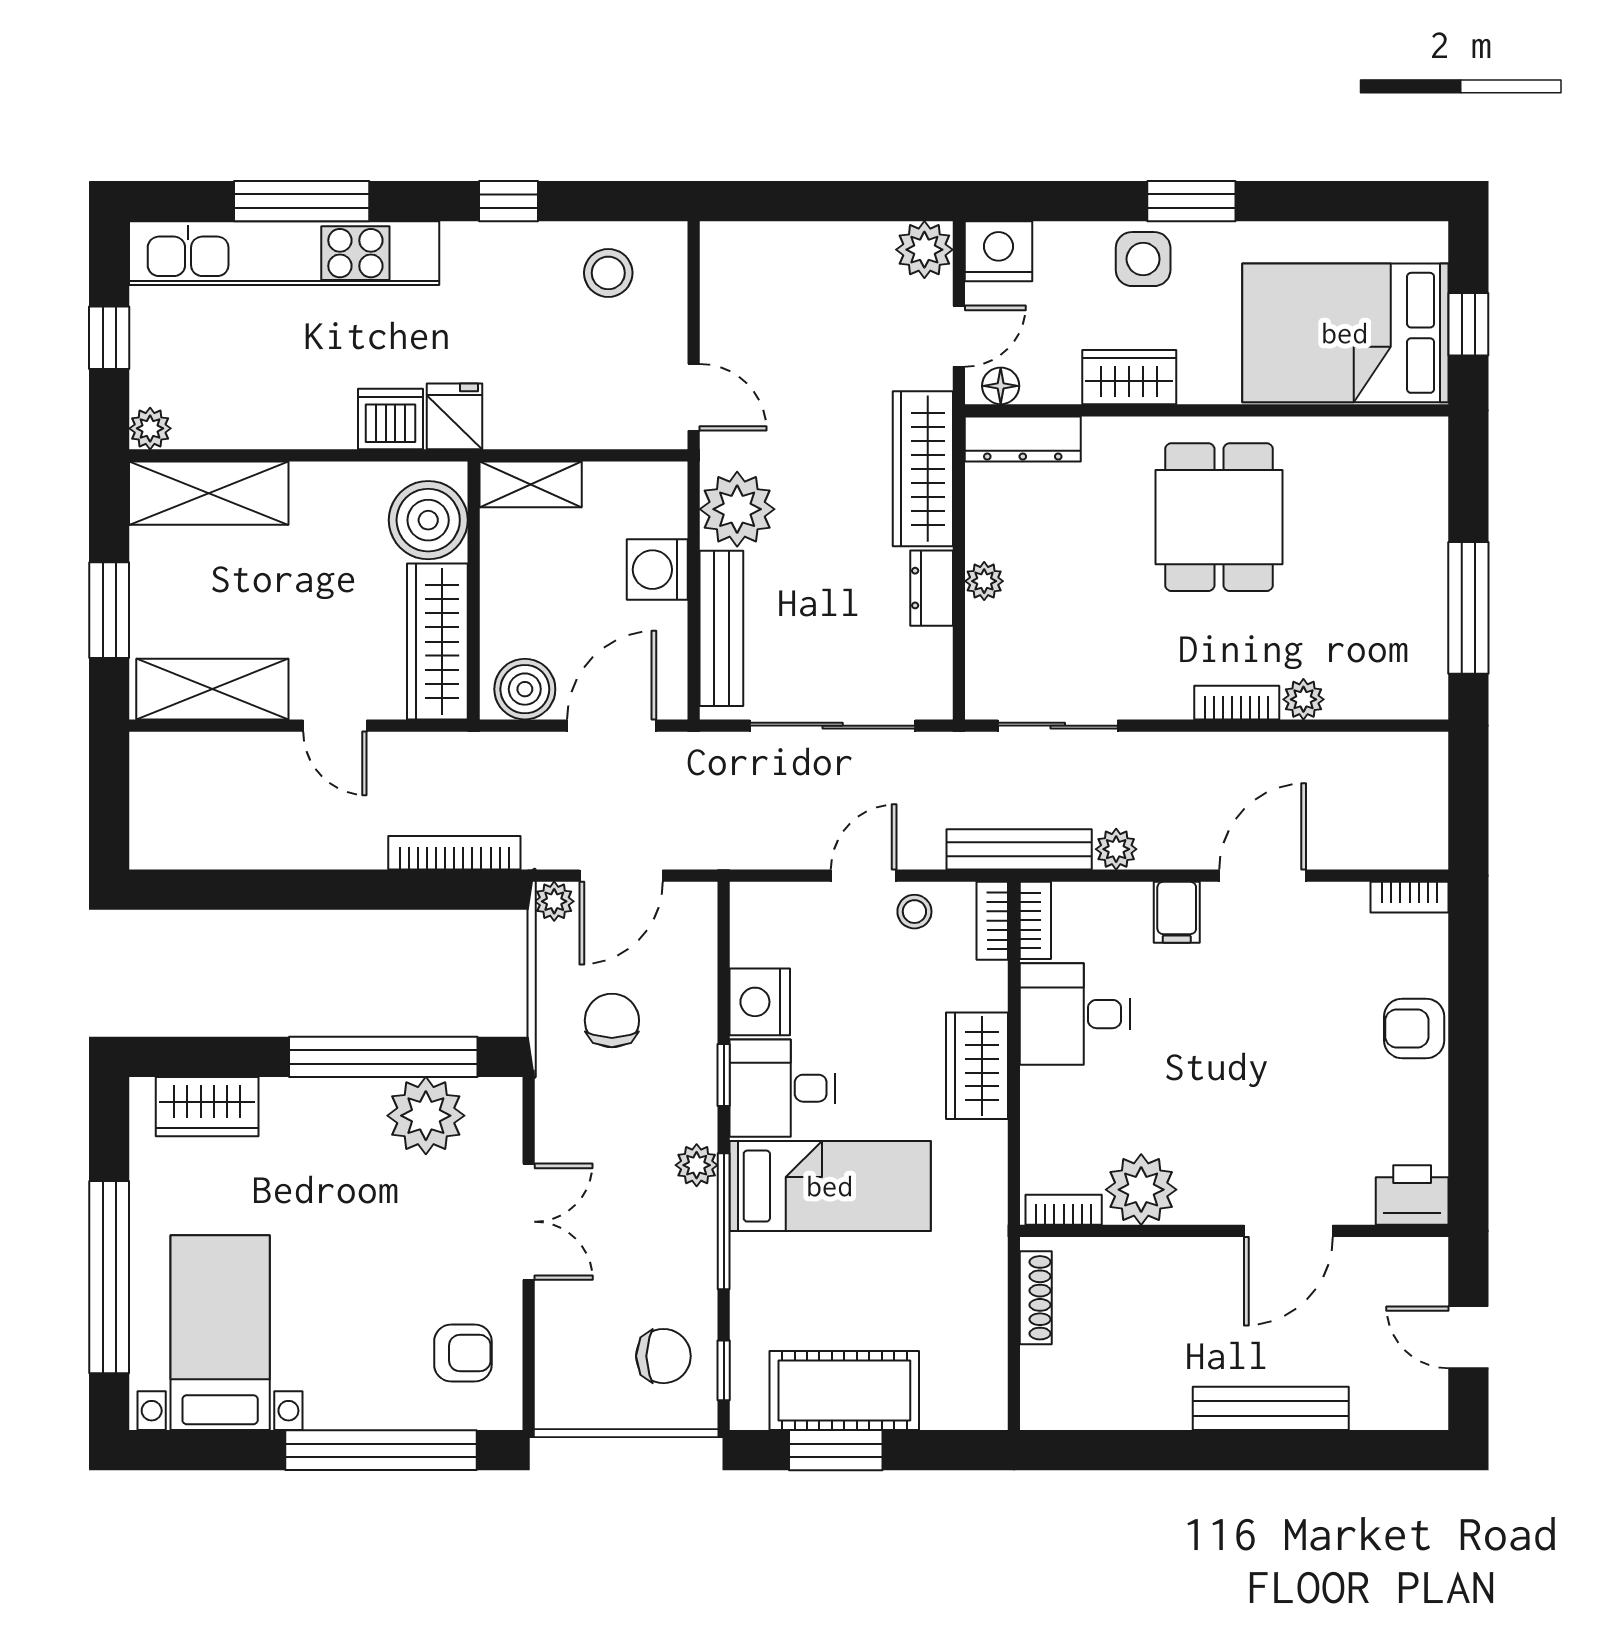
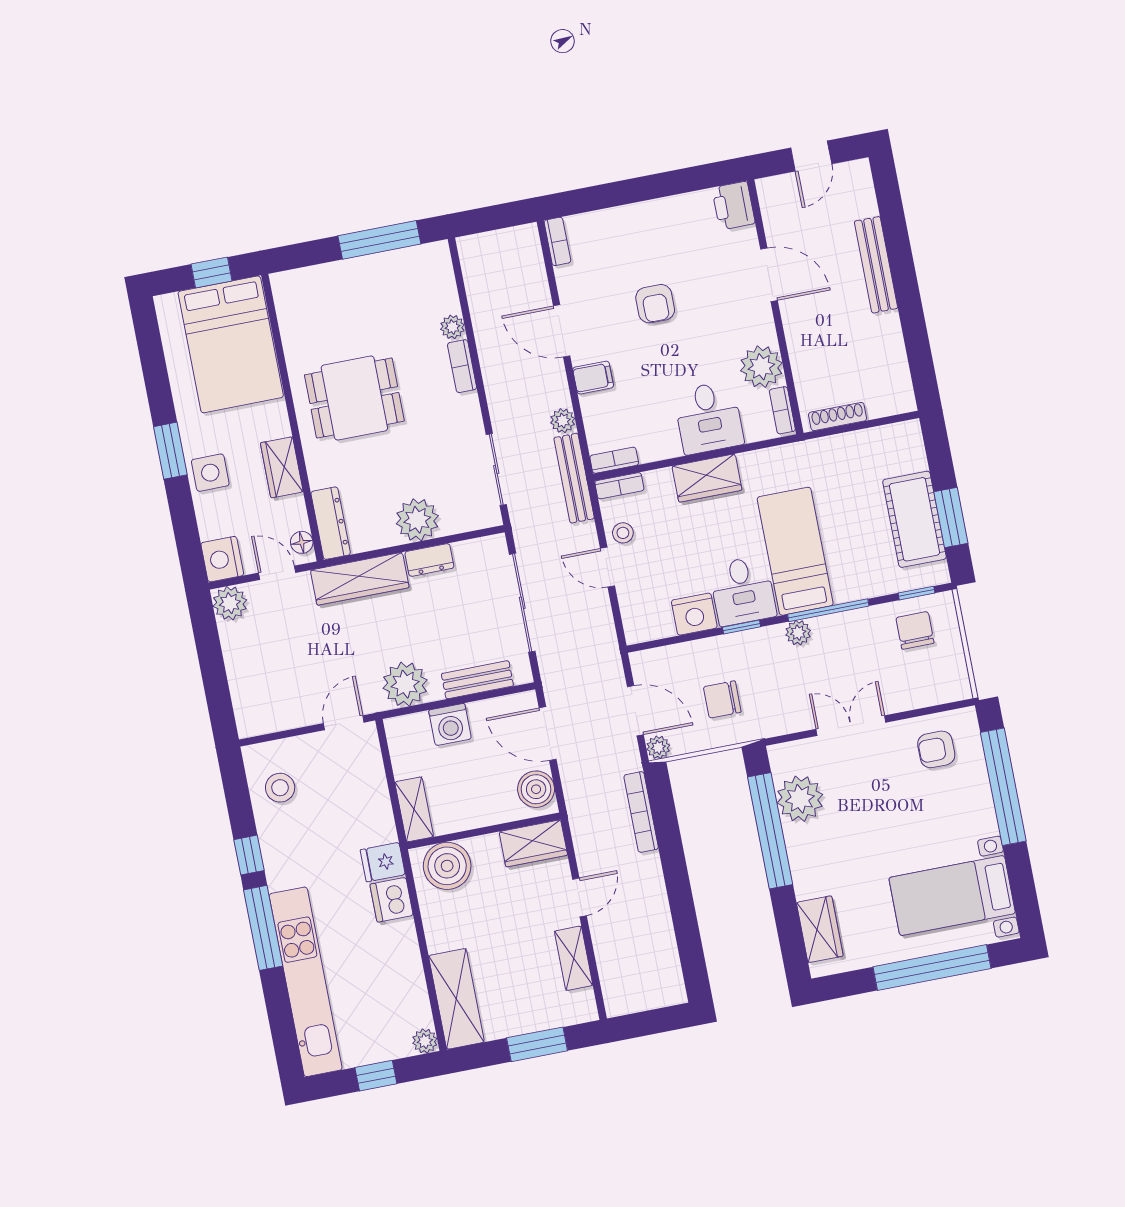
window: (302, 201) -> (263, 928), moved
plant: (984, 581) -> (417, 520), width x1.88, depth x1.88
bench: (721, 628) -> (477, 680), width x0.73
wardrobe: (437, 642) -> (533, 843), width x0.67
shelving: (212, 689) -> (574, 958), width x0.67, depth x0.75
desk: (1075, 1014) -> (709, 418), moved
armchair: (1414, 1028) -> (655, 304), moved
armchair: (463, 1353) -> (936, 749), turned -90

